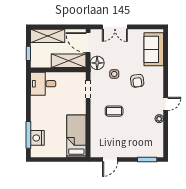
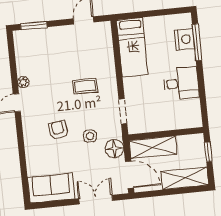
sofa: (154, 49) -> (51, 188), moved, turned -90
desk: (43, 84) -> (181, 83), moved

